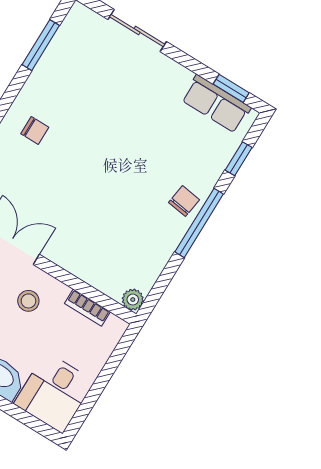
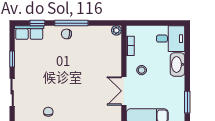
window: (231, 88) -> (12, 59), moved
row of seats: (216, 104) -> (29, 33), moved, turned 90
chair: (35, 130) -> (48, 112), moved

